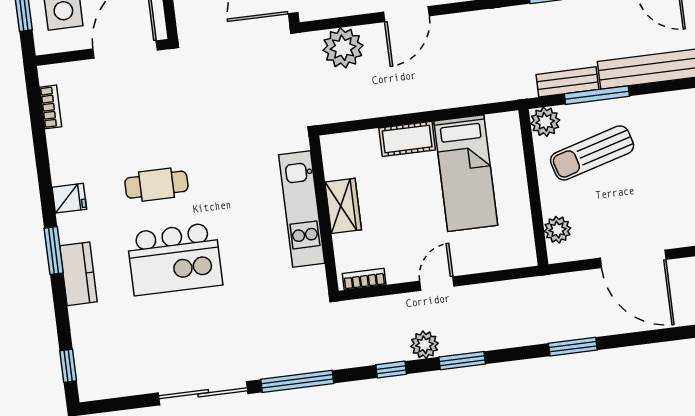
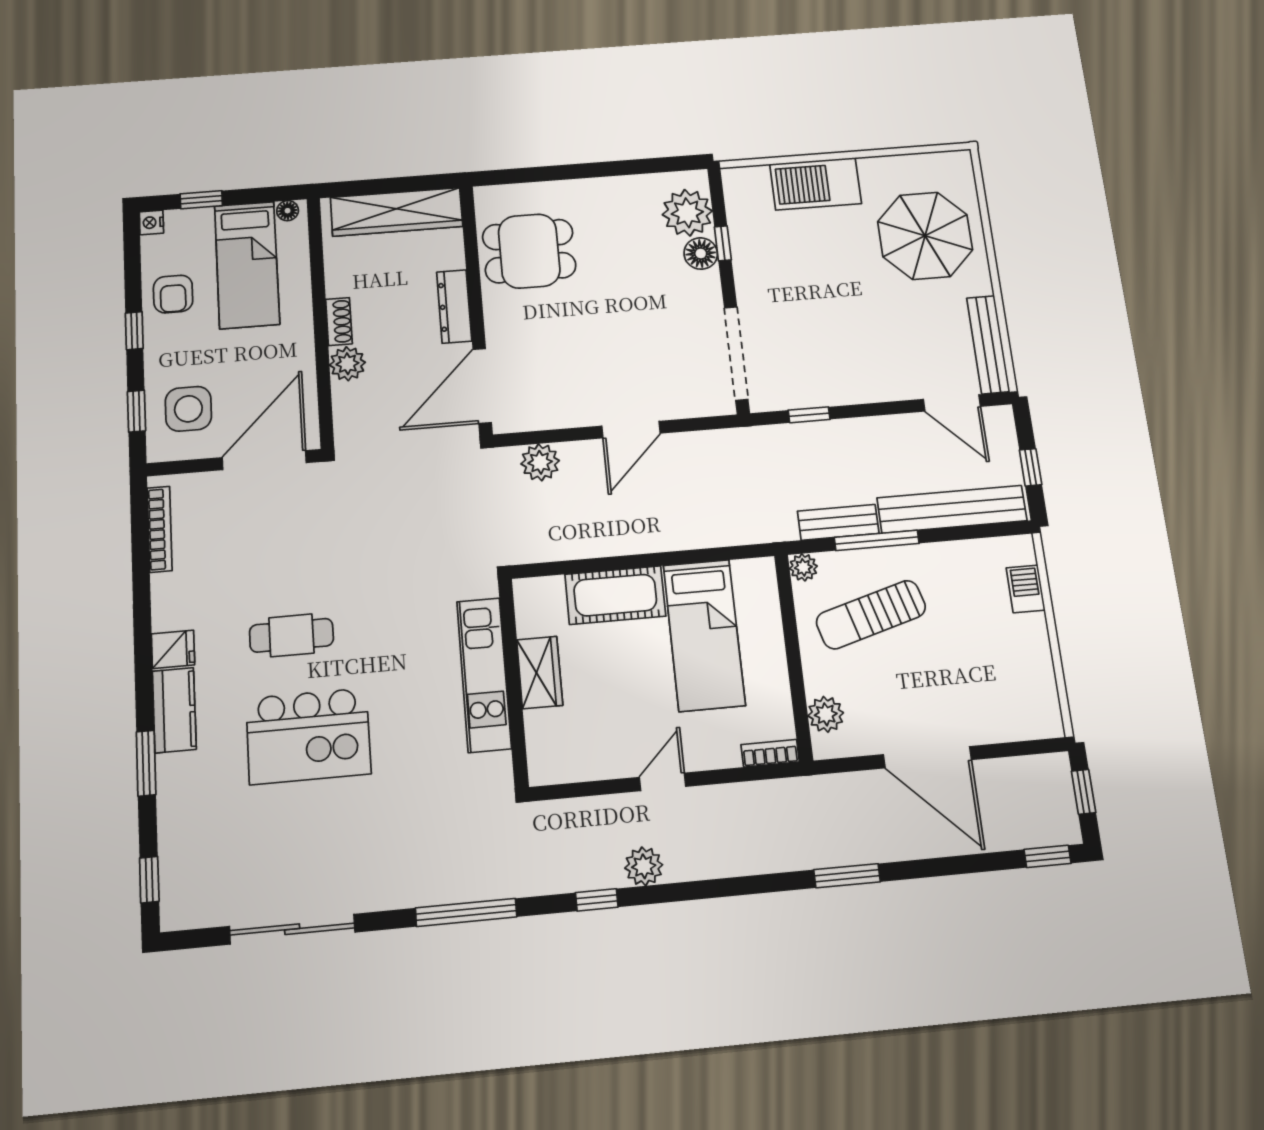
plant: (343, 48) -> (540, 462), width x0.73, depth x0.73
bookcase: (51, 107) -> (160, 529), width x1.56
plant: (545, 122) -> (803, 567), width x0.73, depth x0.73
cot: (407, 139) -> (615, 595), width x1.37, depth x1.34
window: (54, 251) -> (146, 763), moved
kitchen counter: (78, 274) -> (174, 710), moved
bookcase: (364, 279) -> (770, 753), moved
window: (462, 361) -> (695, 890), removed
sliding door: (203, 393) -> (292, 929), moved

